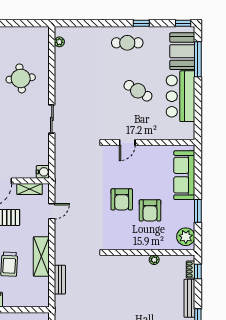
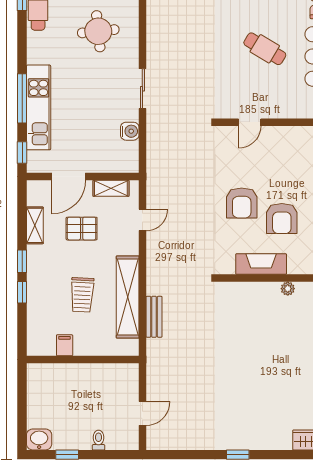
water cooler: (43, 172) -> (130, 131), moved
fireplace: (135, 242) -> (261, 264), added
shelving: (41, 256) -> (128, 297), width x1.47

